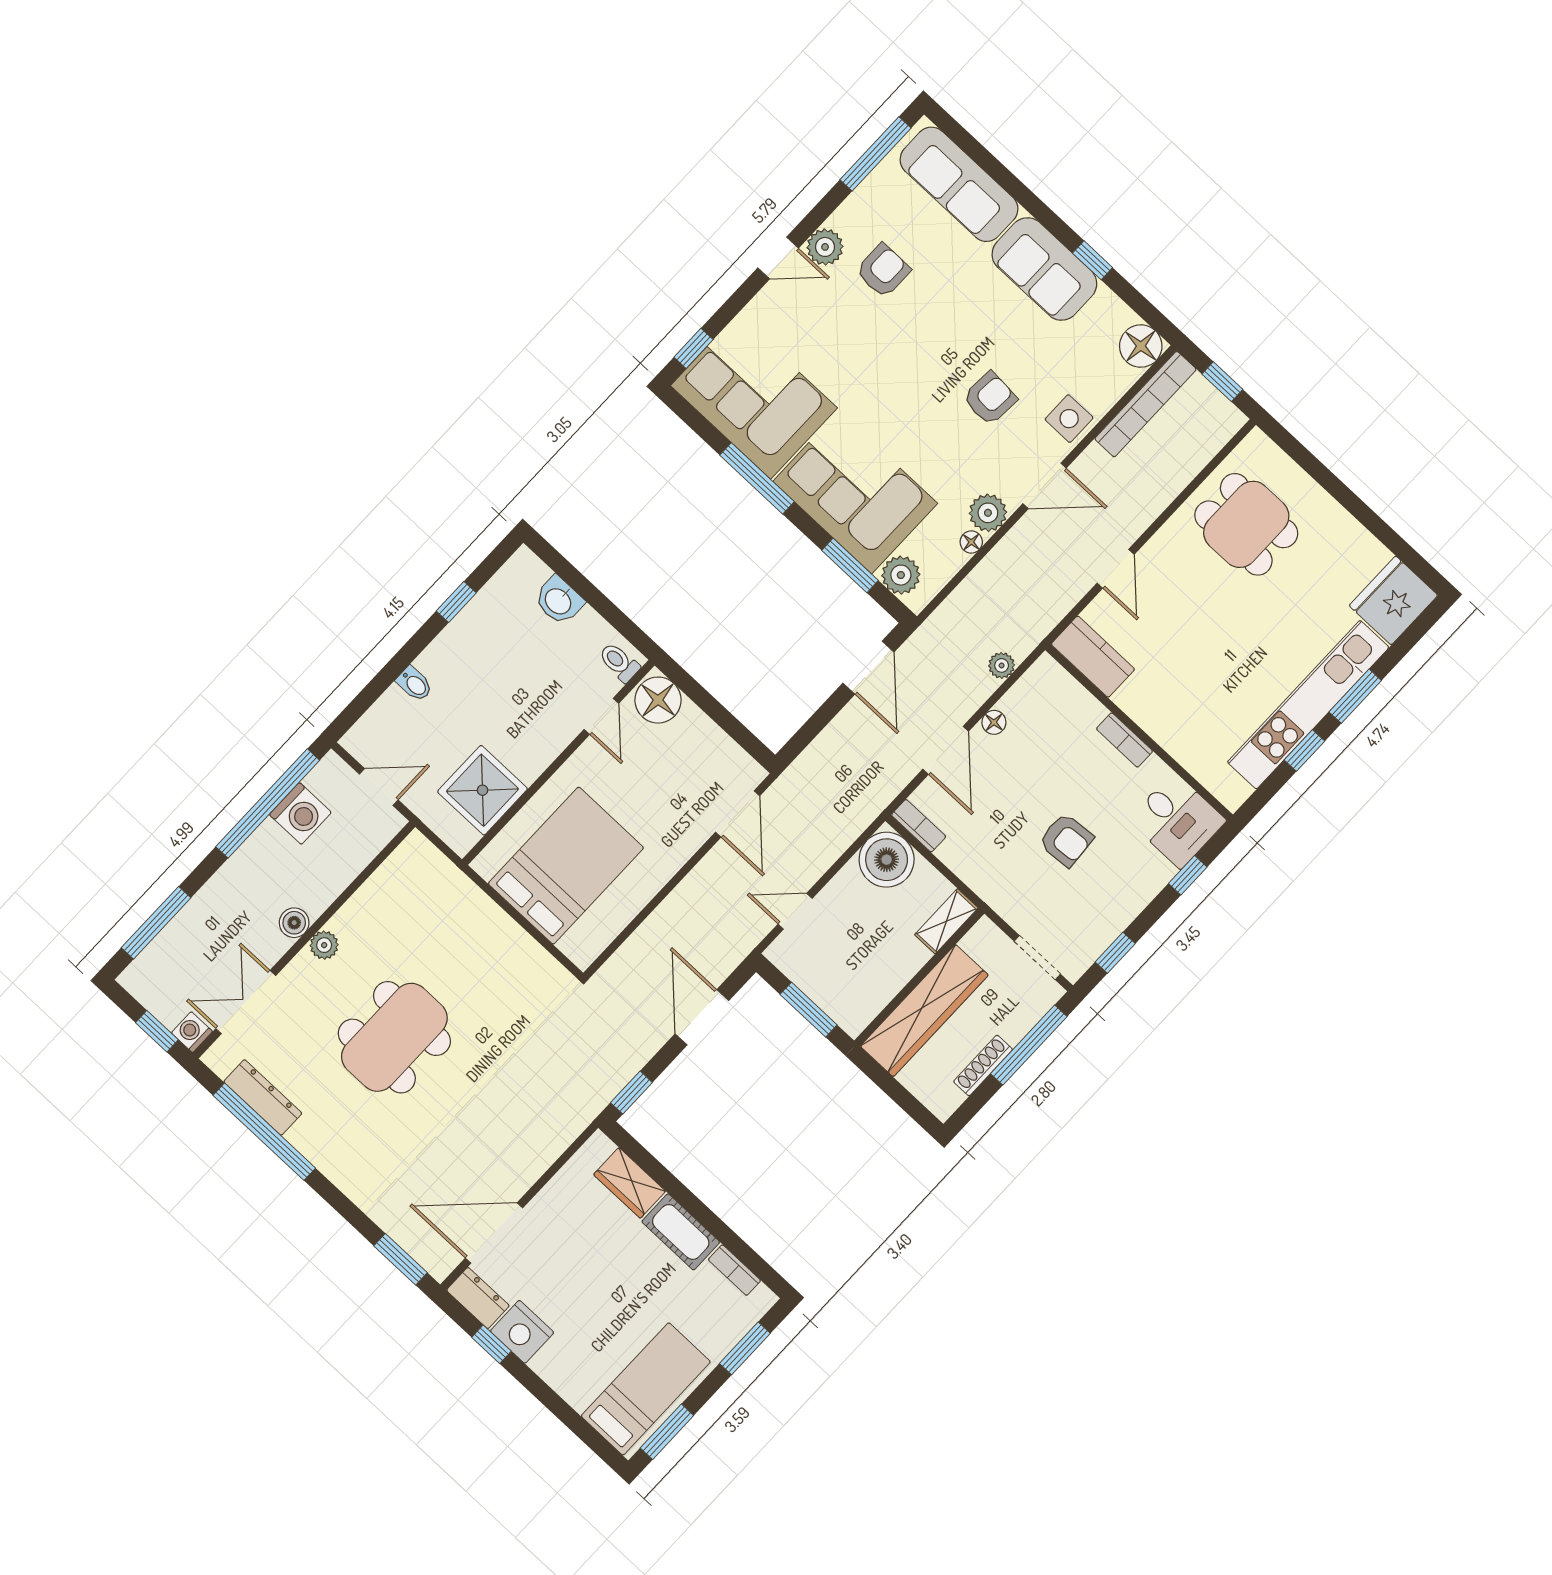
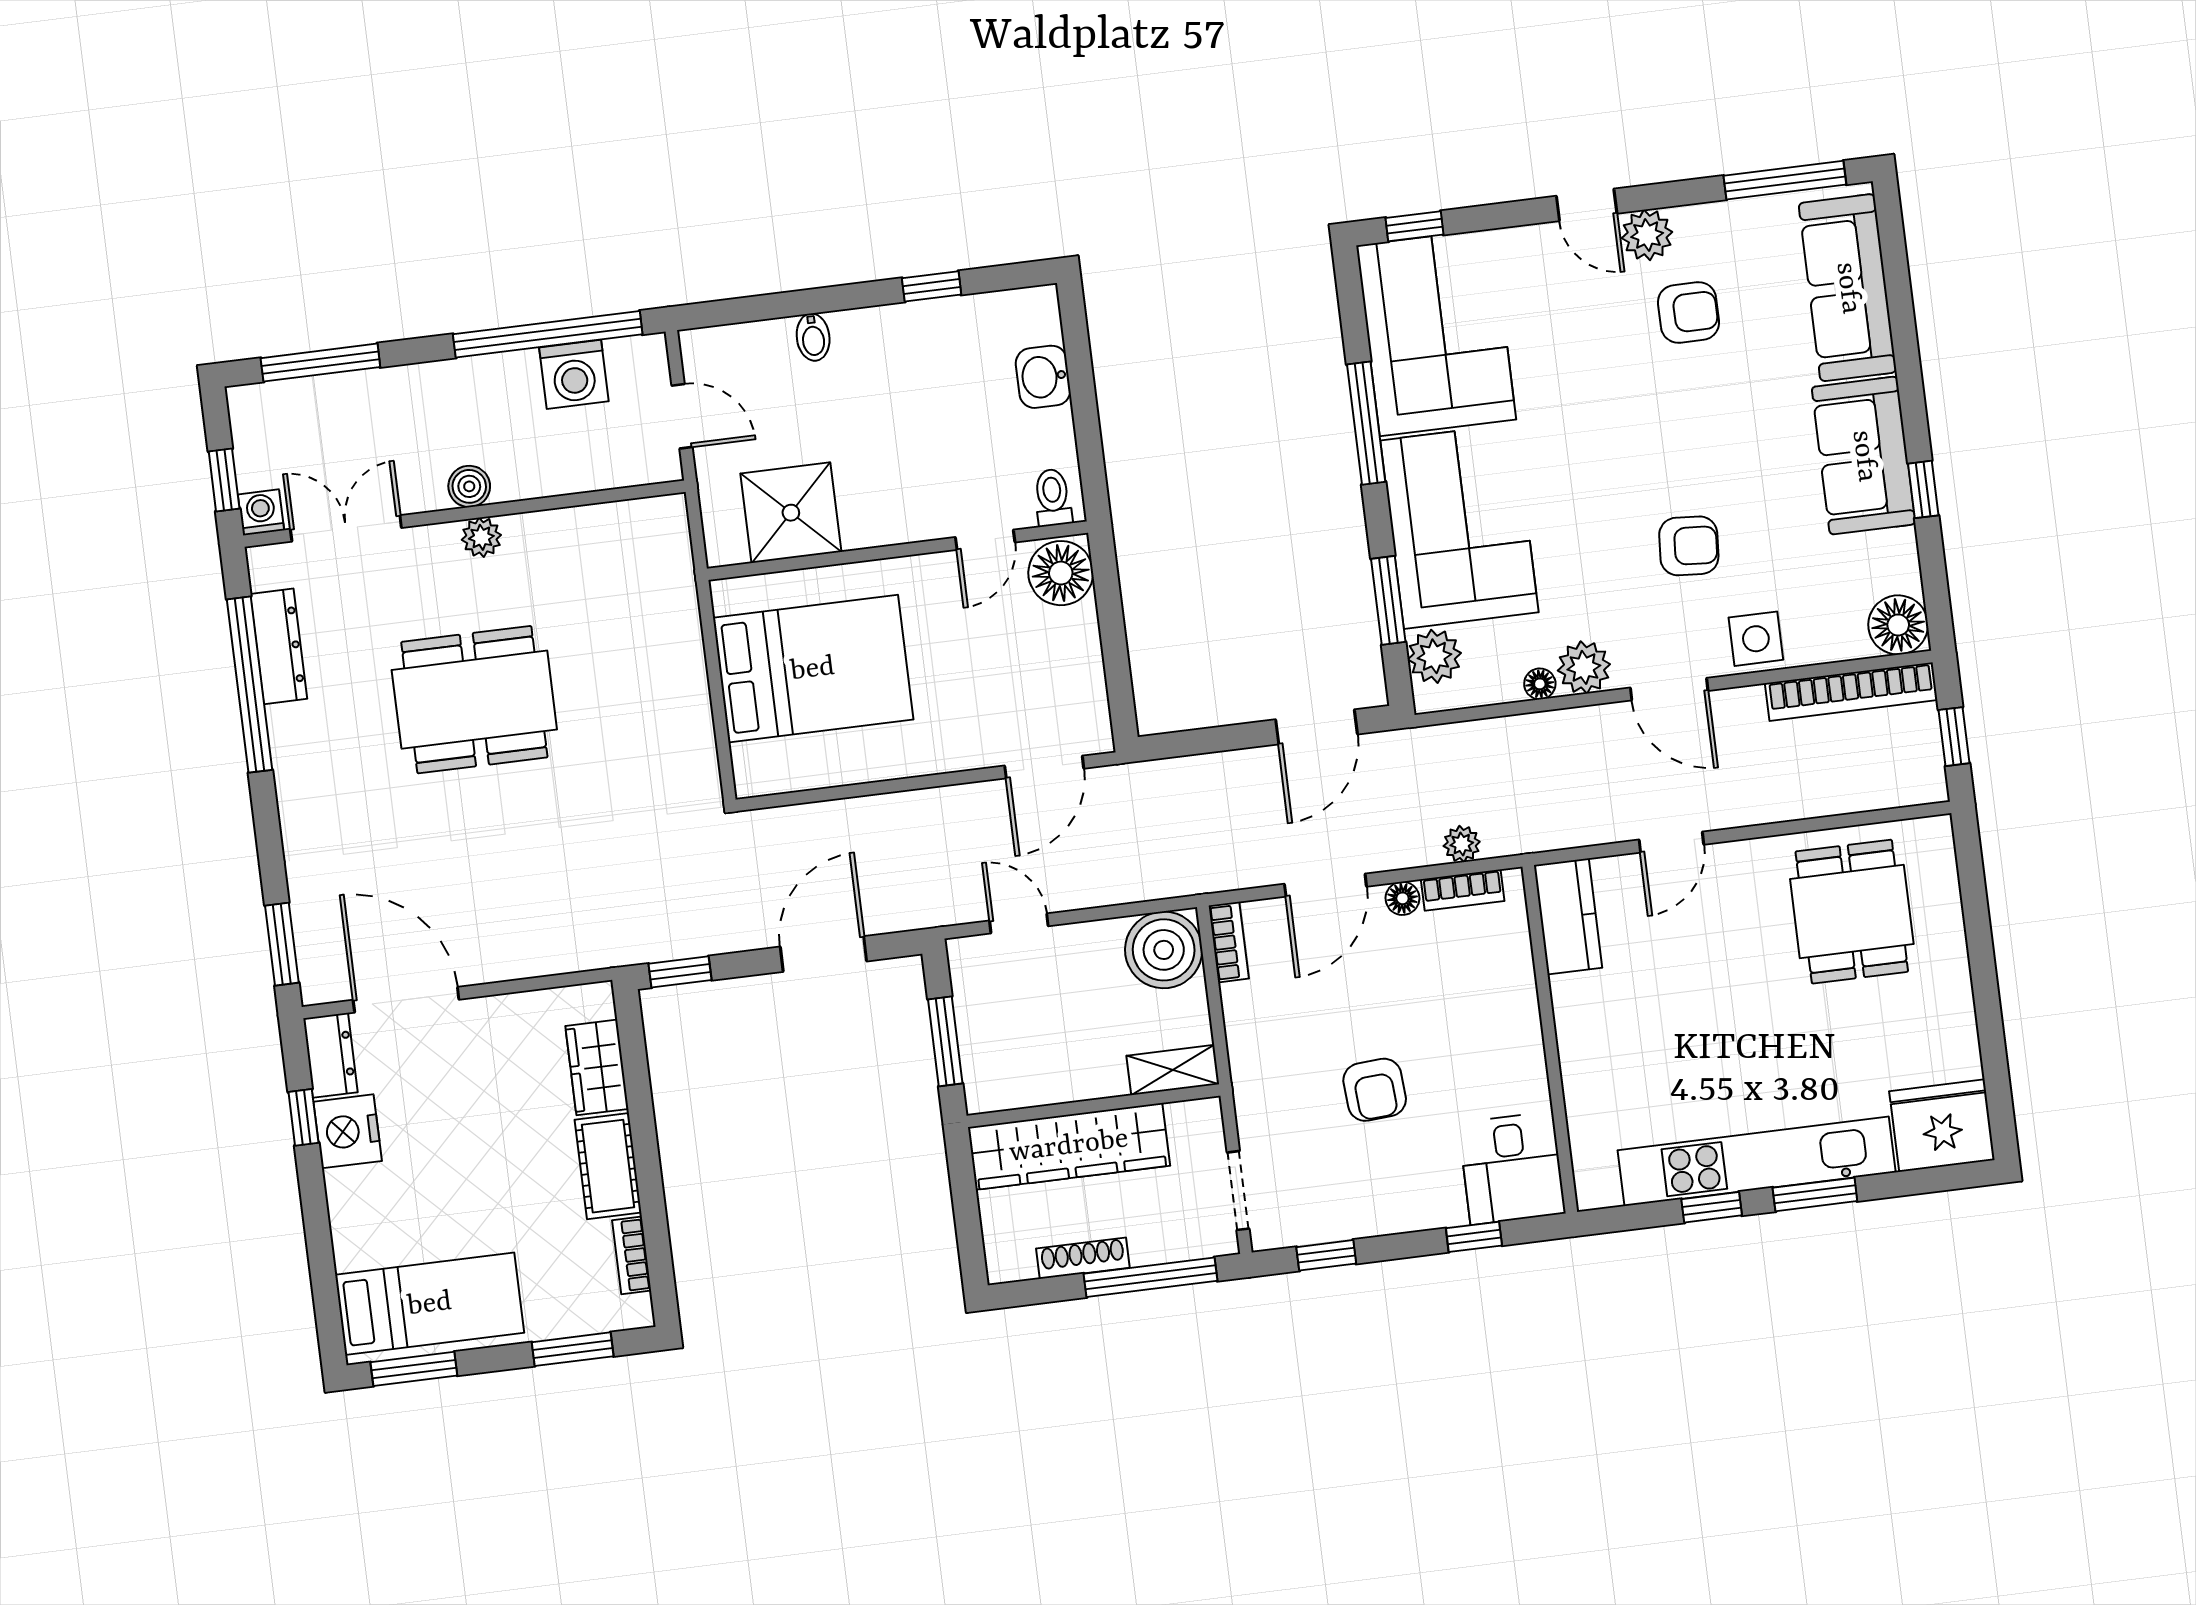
bookcase: (1125, 740) -> (1463, 890), moved, turned -90

